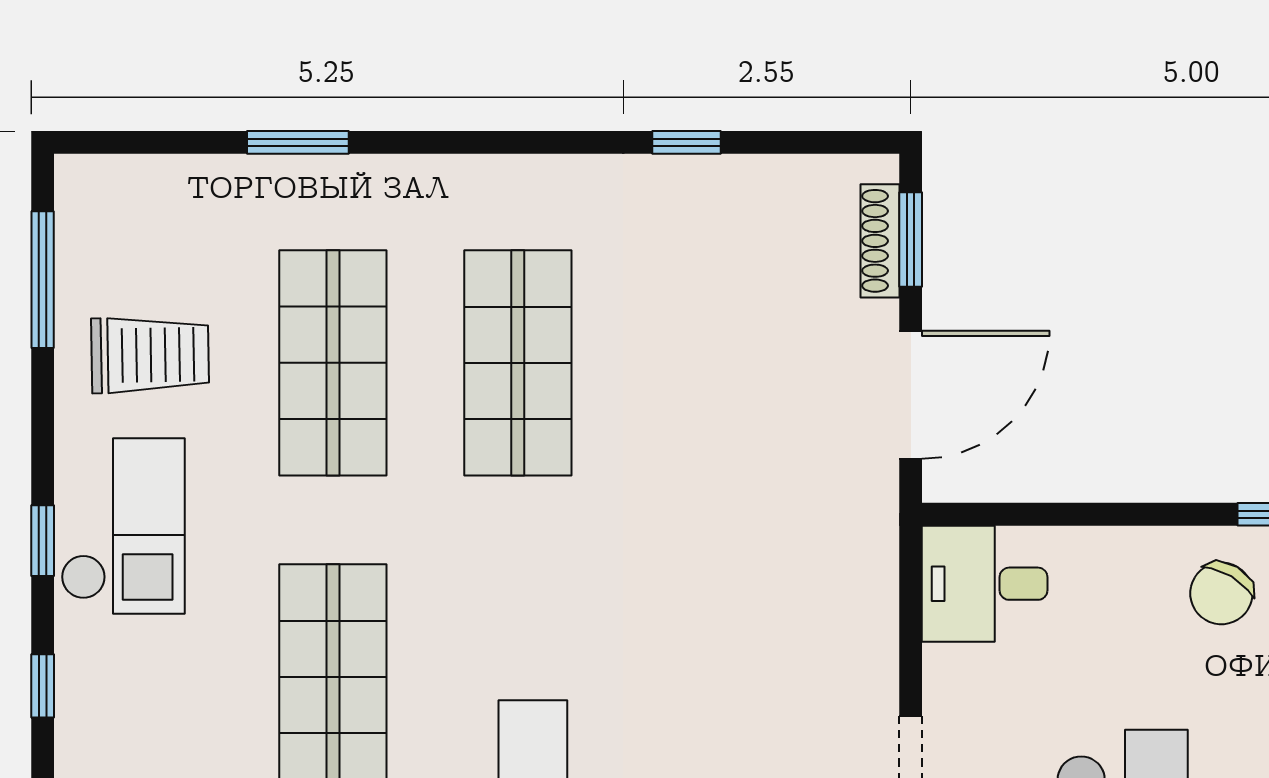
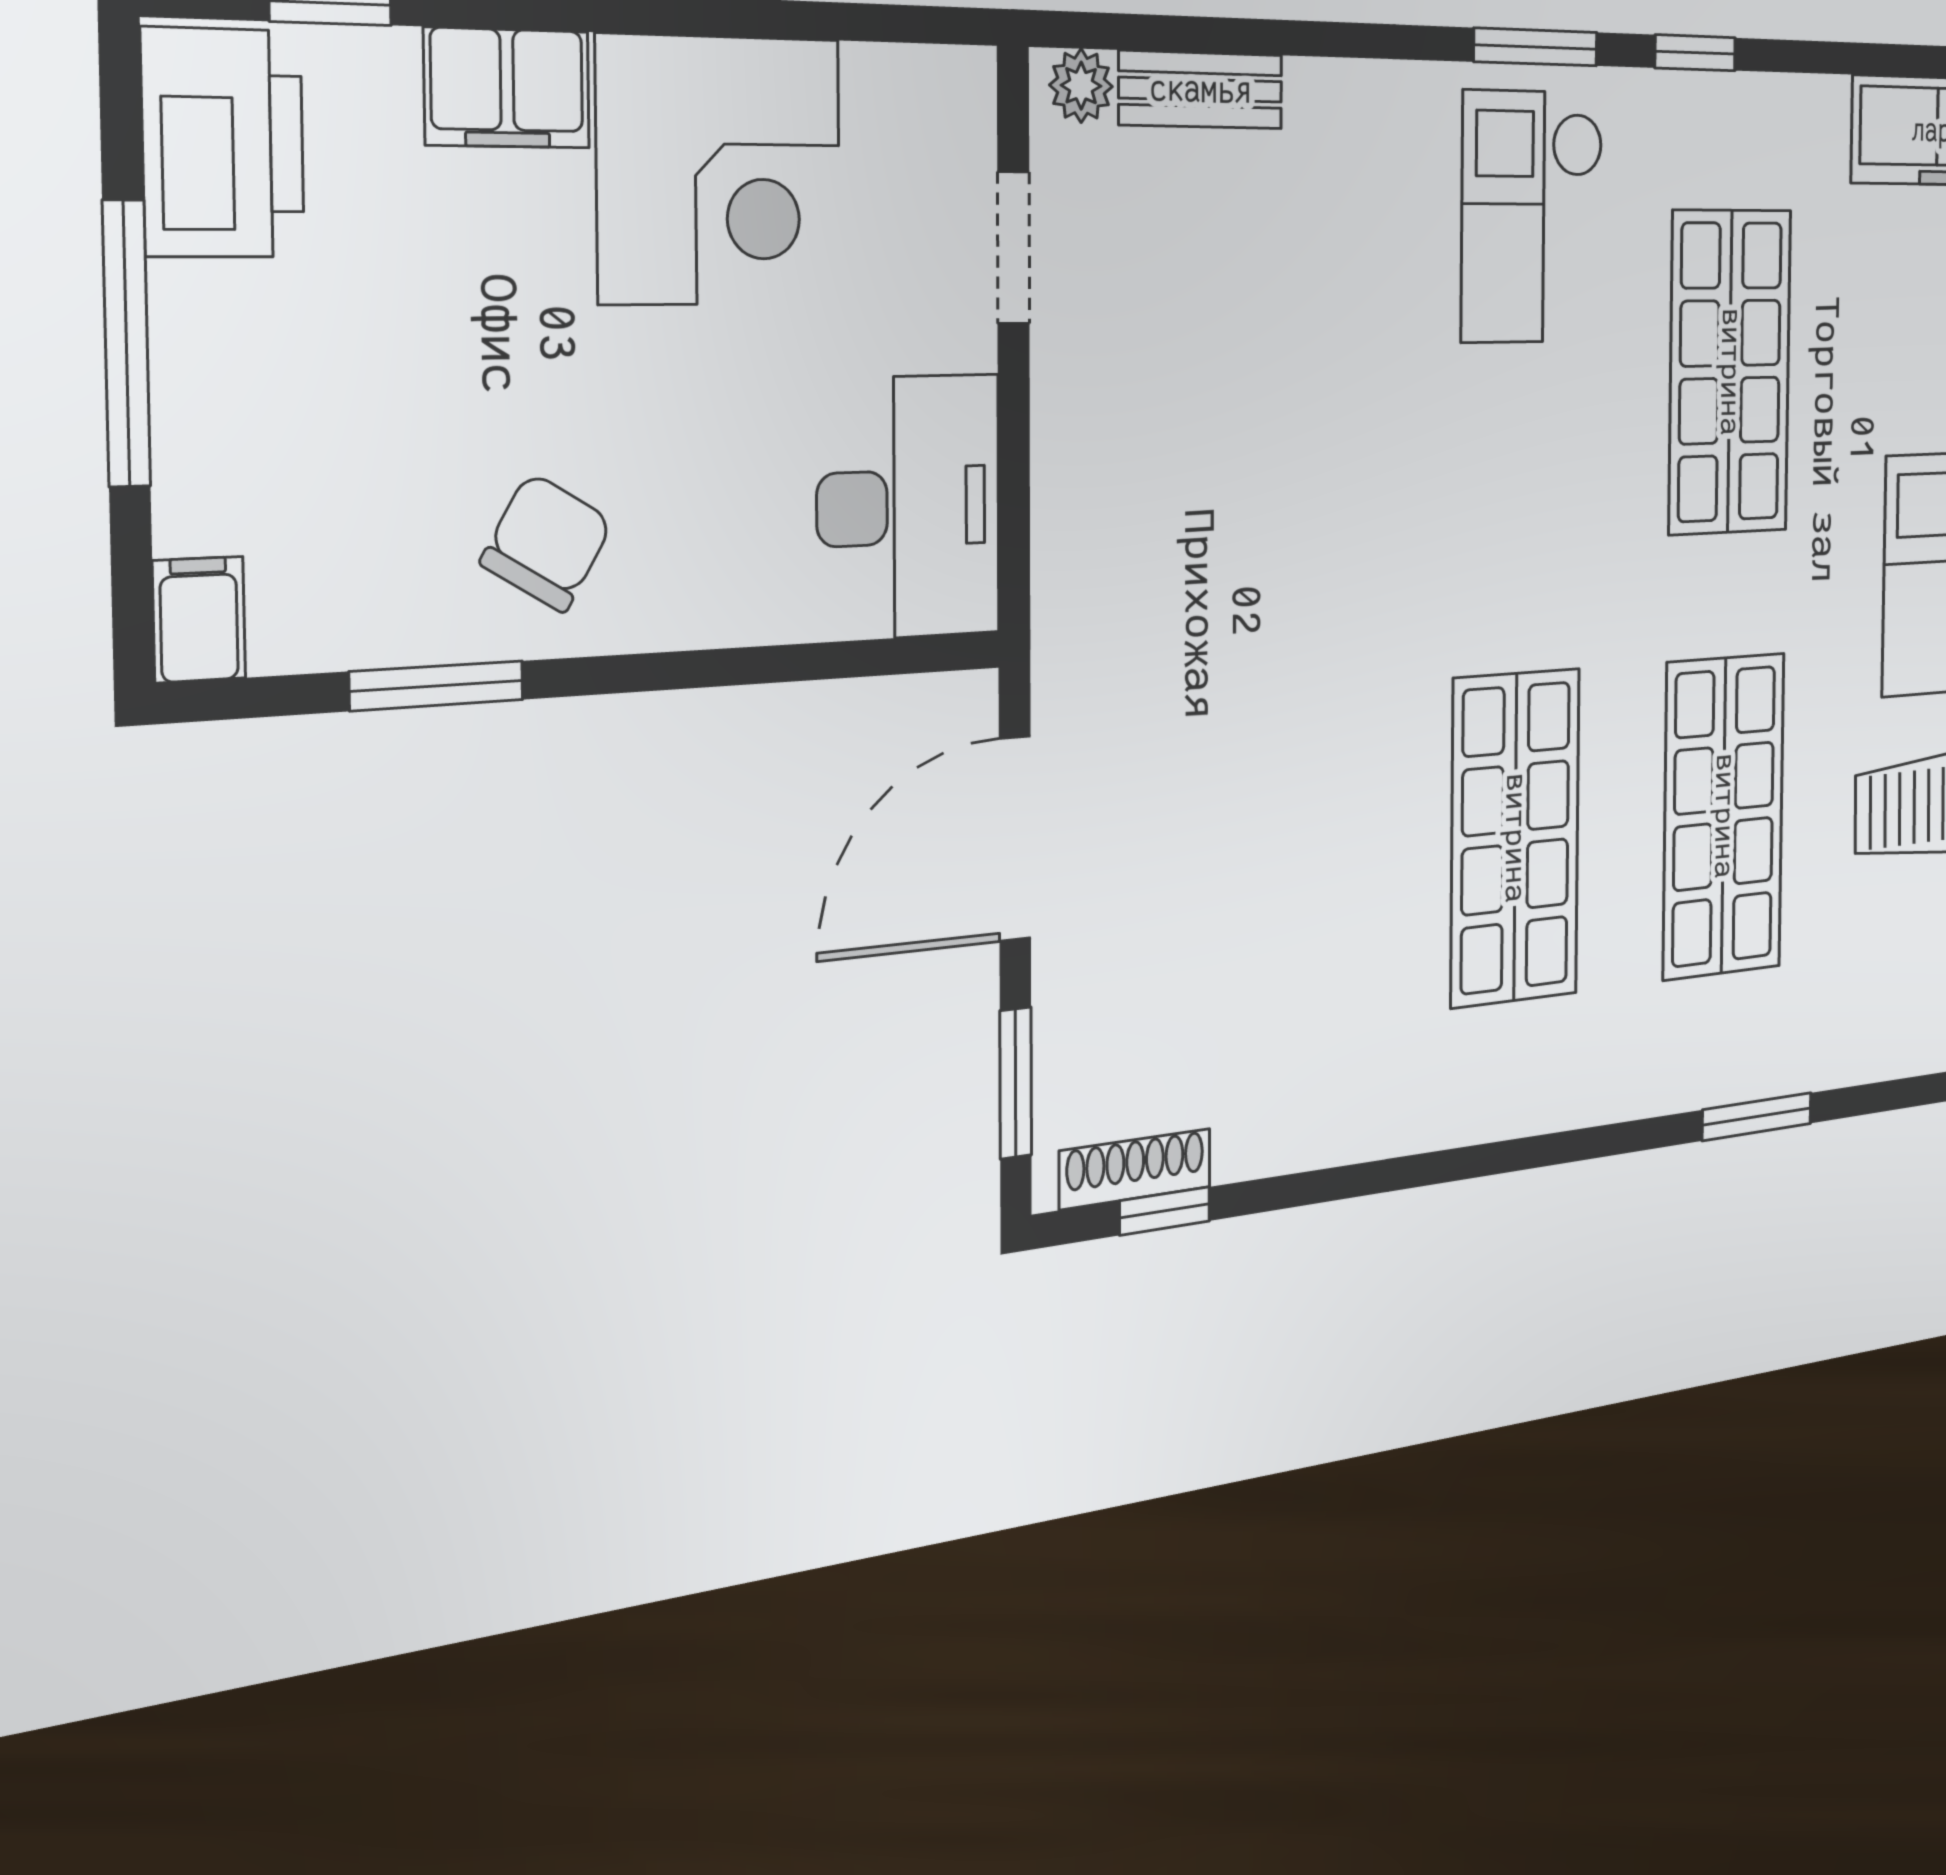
window: (687, 142) -> (1165, 1211), moved
shoe rack: (880, 241) -> (1135, 1169), moved, turned -90
desk: (985, 584) -> (909, 507), width x1.37

